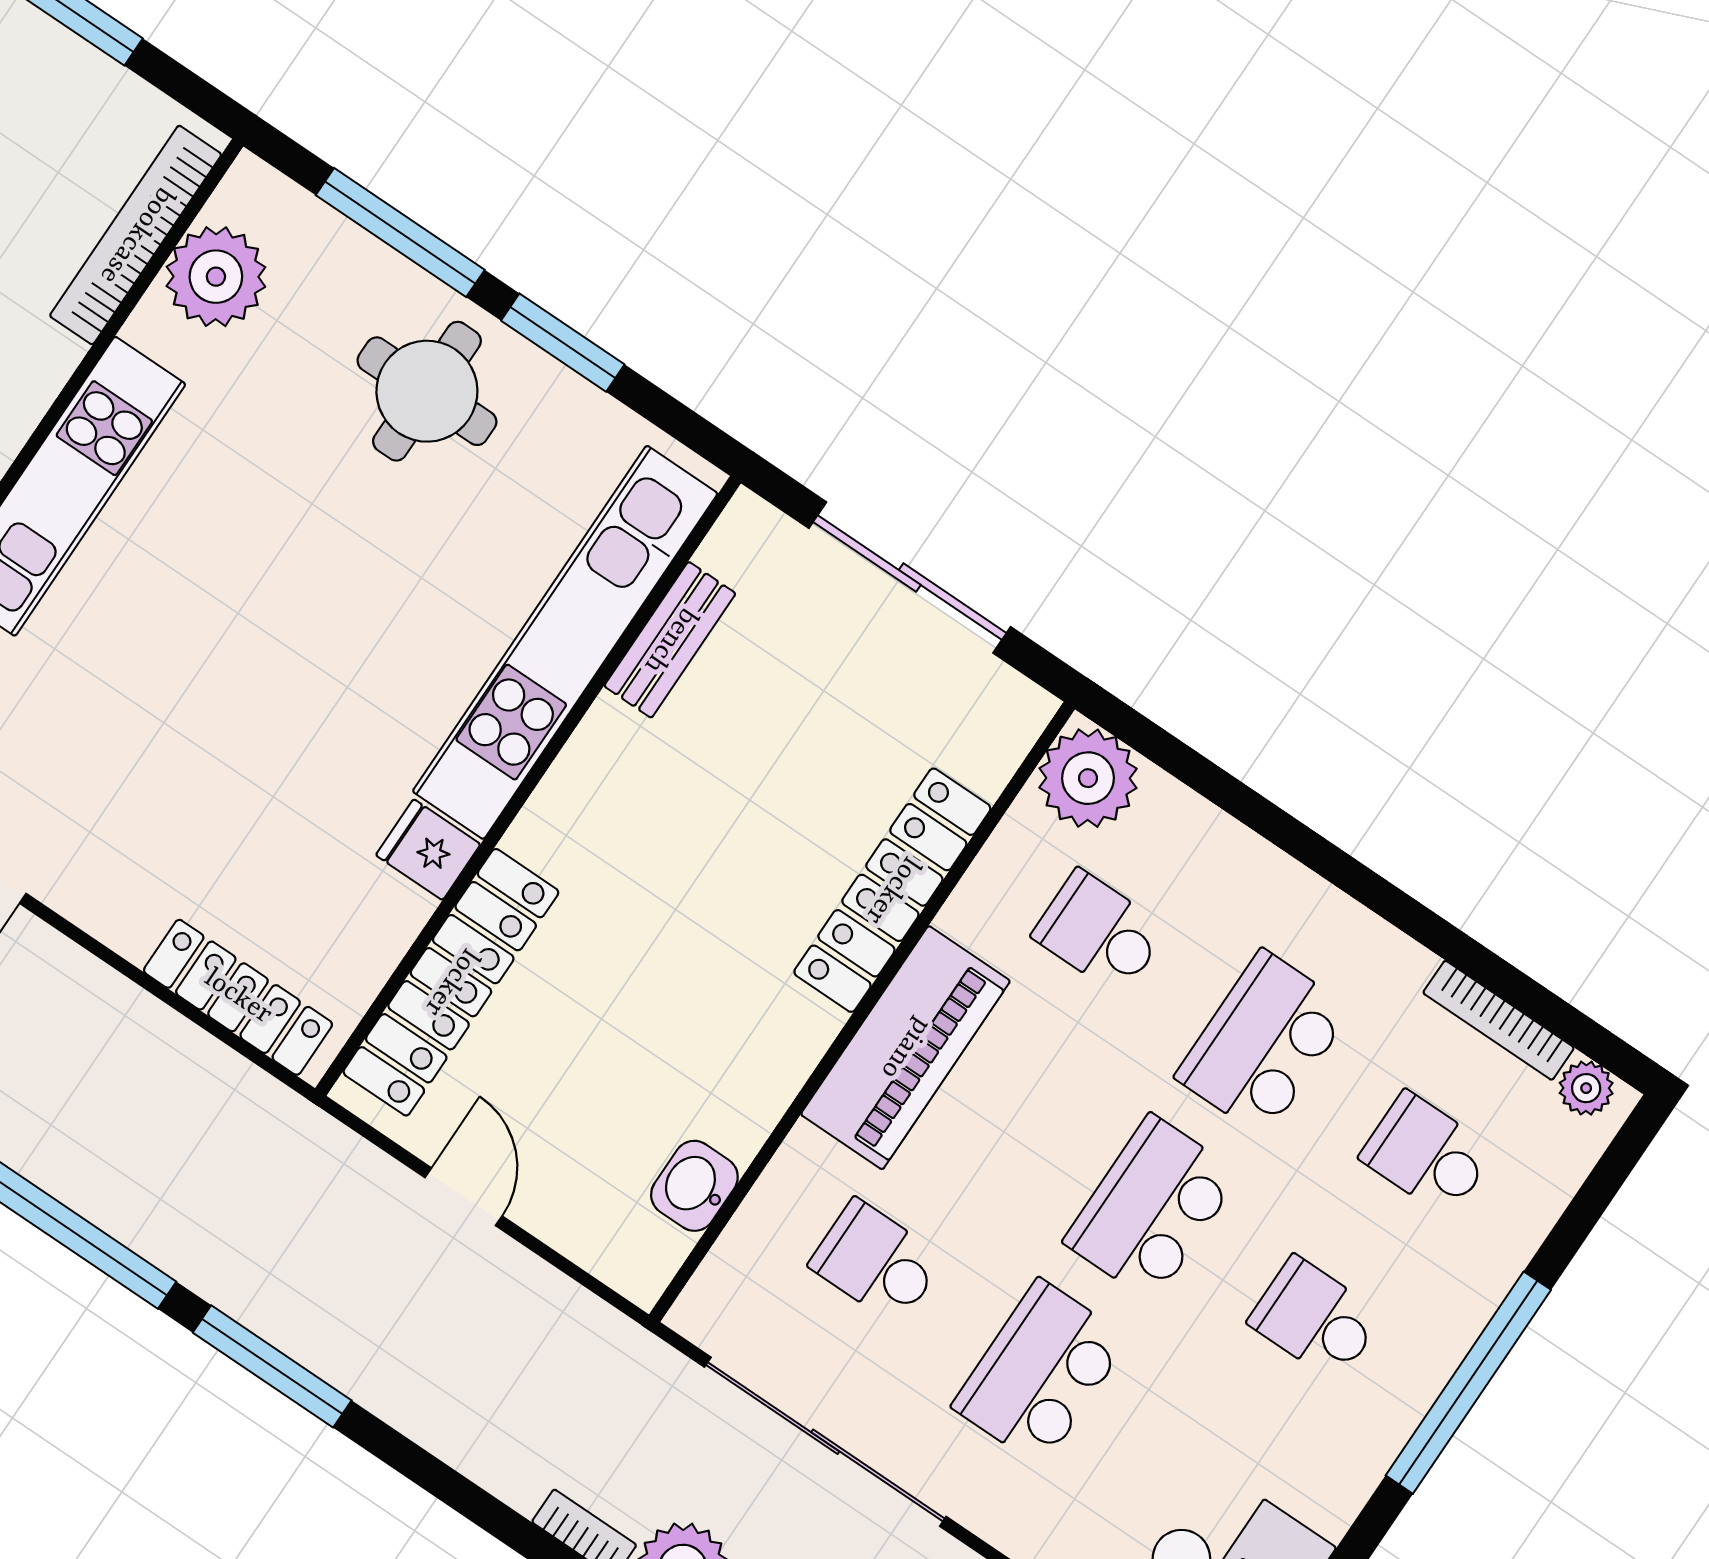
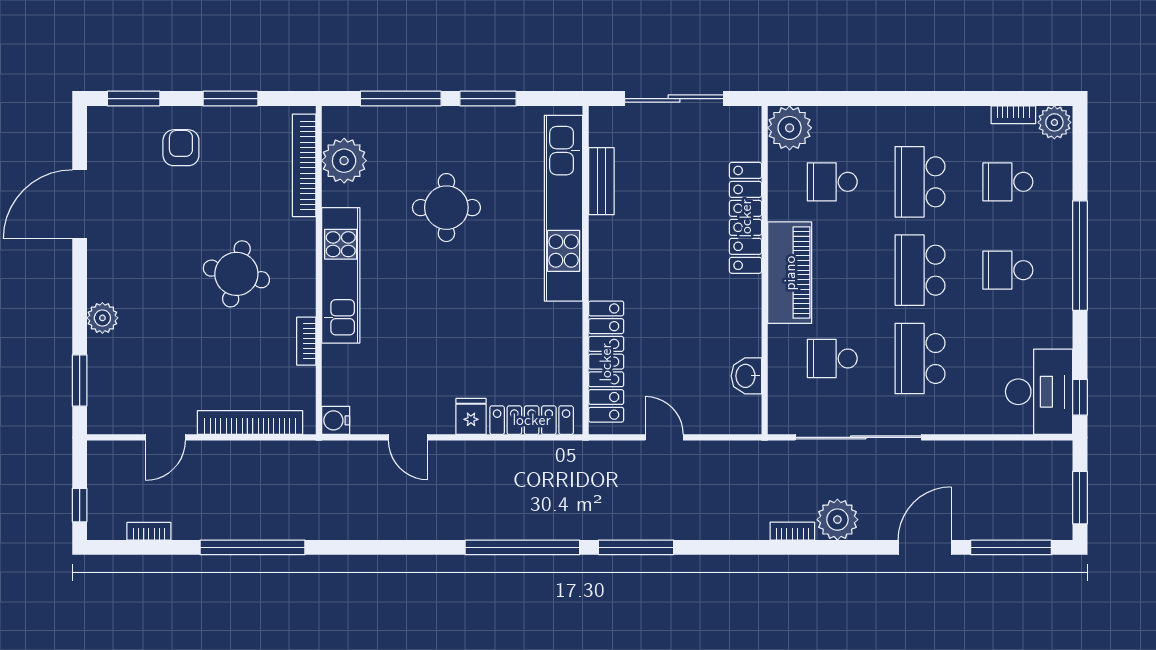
round table: (427, 391) -> (446, 208), moved
fridge: (428, 850) -> (471, 416), moved, turned 90
bookcase: (1499, 1020) -> (1013, 115), width x0.64
plant: (1586, 1088) -> (1054, 122), width x1.38, depth x1.38

